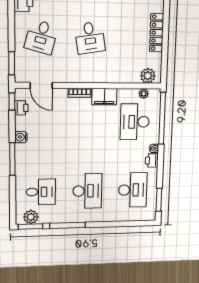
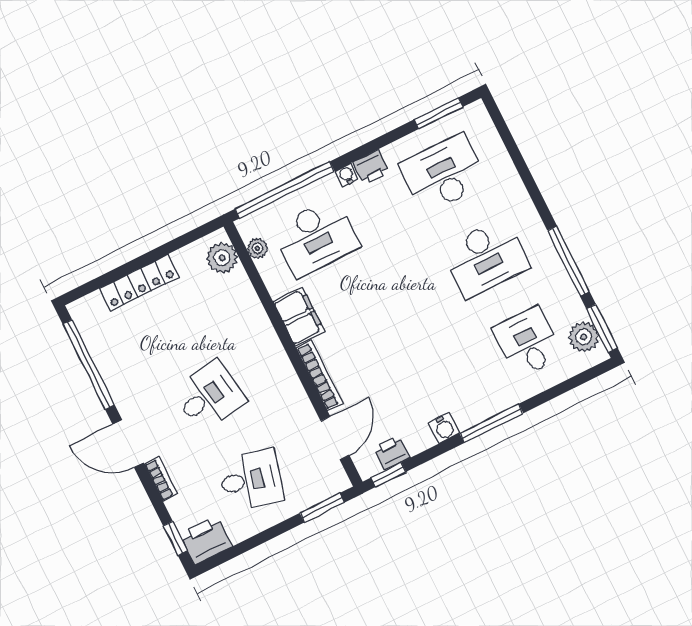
bookcase: (80, 93) -> (320, 375), width x1.56
desk: (87, 191) -> (486, 258), turned 180

